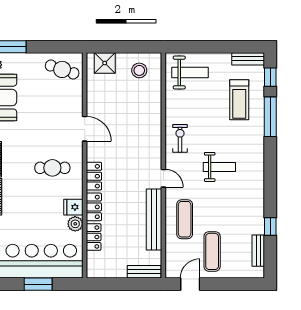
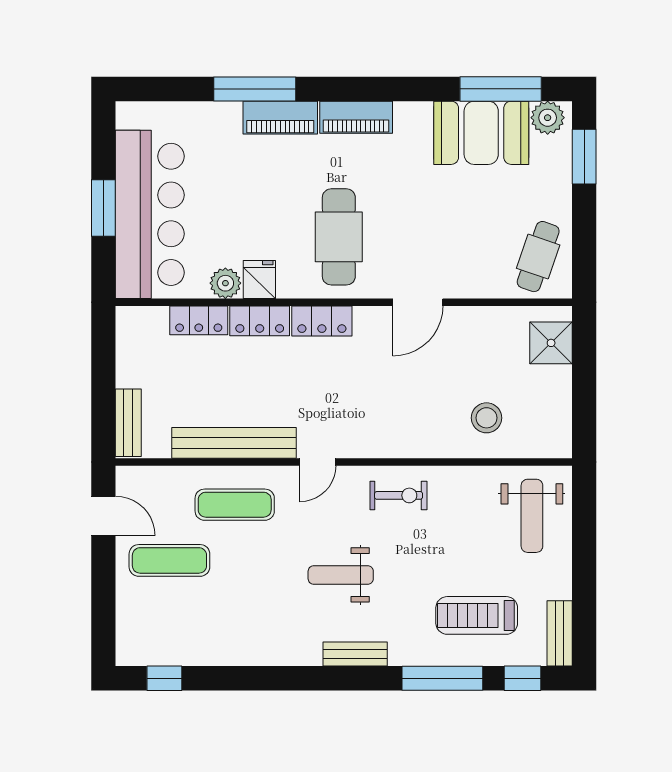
stool: (139, 70) -> (486, 418), moved
weight bench: (219, 167) -> (341, 575), turned 90
cafe table: (52, 168) -> (339, 237), width x1.37, depth x1.35
window: (270, 227) -> (164, 678), moved
bench: (258, 251) -> (355, 654), moved

